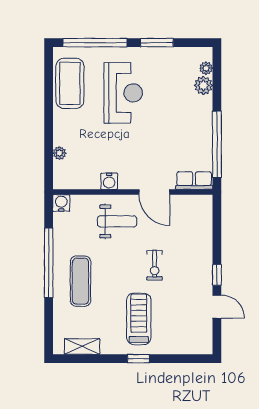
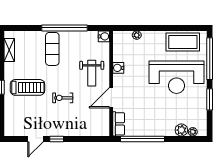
reception desk: (123, 93) -> (176, 77), width x1.36, depth x1.30
exercise mat: (80, 281) -> (52, 49), turned 90

